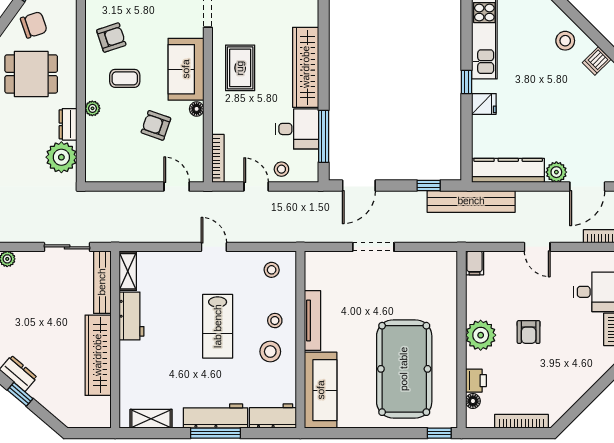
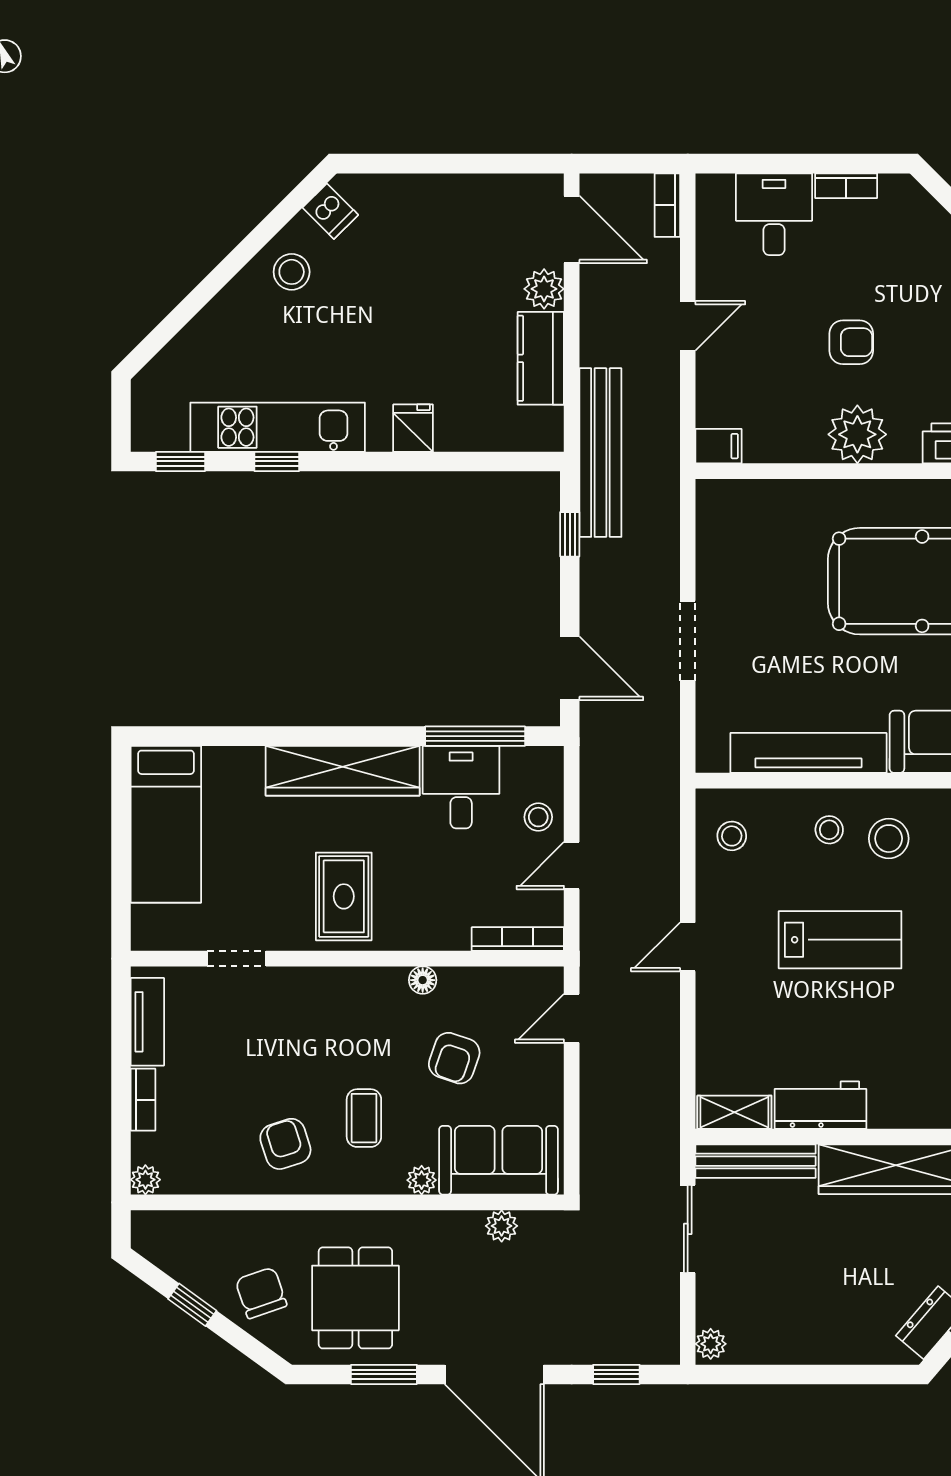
rug: (240, 68) -> (344, 896), turned 90
sofa: (186, 69) -> (499, 1160), moved, turned 180
window: (467, 82) -> (277, 461), moved
dresser: (68, 124) -> (452, 1227), removed
plant: (61, 157) -> (502, 1226), width x0.53, depth x0.53
kitchen counter: (508, 170) -> (541, 358), width x0.67
tv unit: (313, 321) -> (808, 753), width x1.36, depth x1.29

